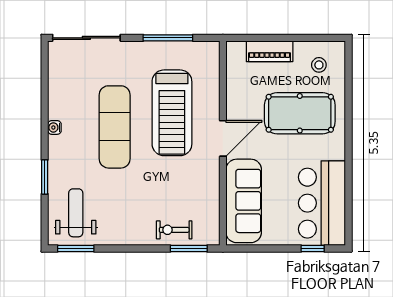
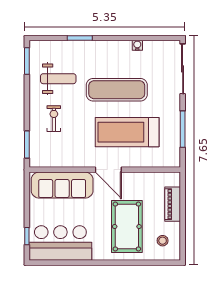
water cooler: (54, 127) -> (137, 45), moved
weight bench: (76, 213) -> (58, 79), moved
exercise bike: (174, 230) -> (54, 119), moved

